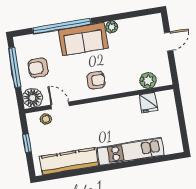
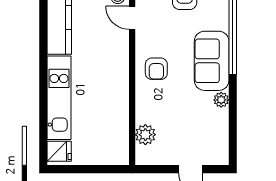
fridge: (148, 103) -> (59, 151), moved, turned 180
door: (60, 105) -> (132, 18), swing flipped

